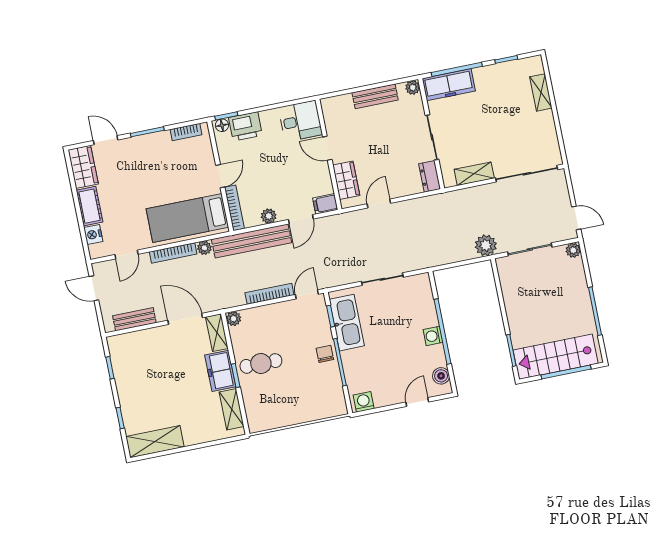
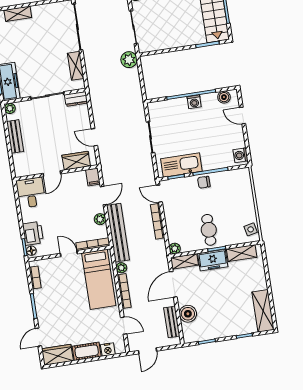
door: (301, 219) -> (103, 196), hinge flipped
boiler: (146, 340) -> (188, 314), added
side table: (264, 420) -> (251, 229), added

